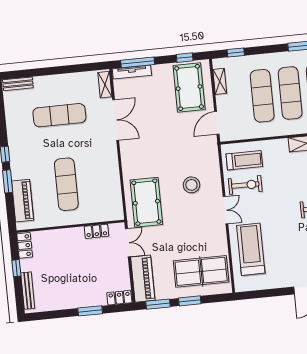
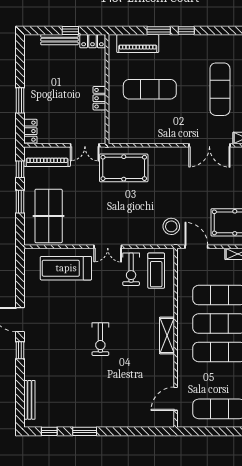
stool: (191, 185) -> (171, 226), moved
locker: (97, 231) -> (99, 98), moved
treadmill: (251, 249) -> (66, 268), turned 180
bench: (28, 291) -> (60, 40), moved
window: (158, 304) -> (20, 169), width x0.67

